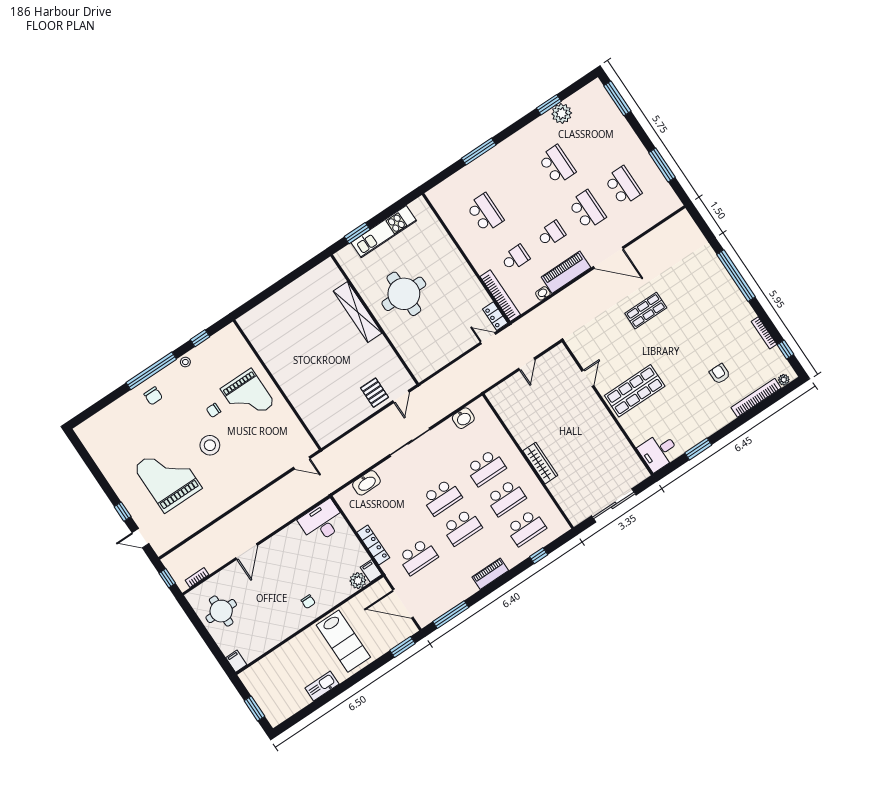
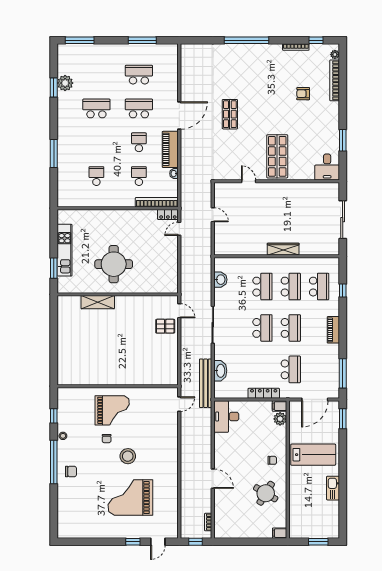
school desk: (485, 213) -> (96, 176), width x0.54
shelving: (358, 312) -> (98, 302), width x0.68
bench: (343, 476) -> (206, 383), added
round table: (221, 611) -> (266, 493), moved, turned 31

